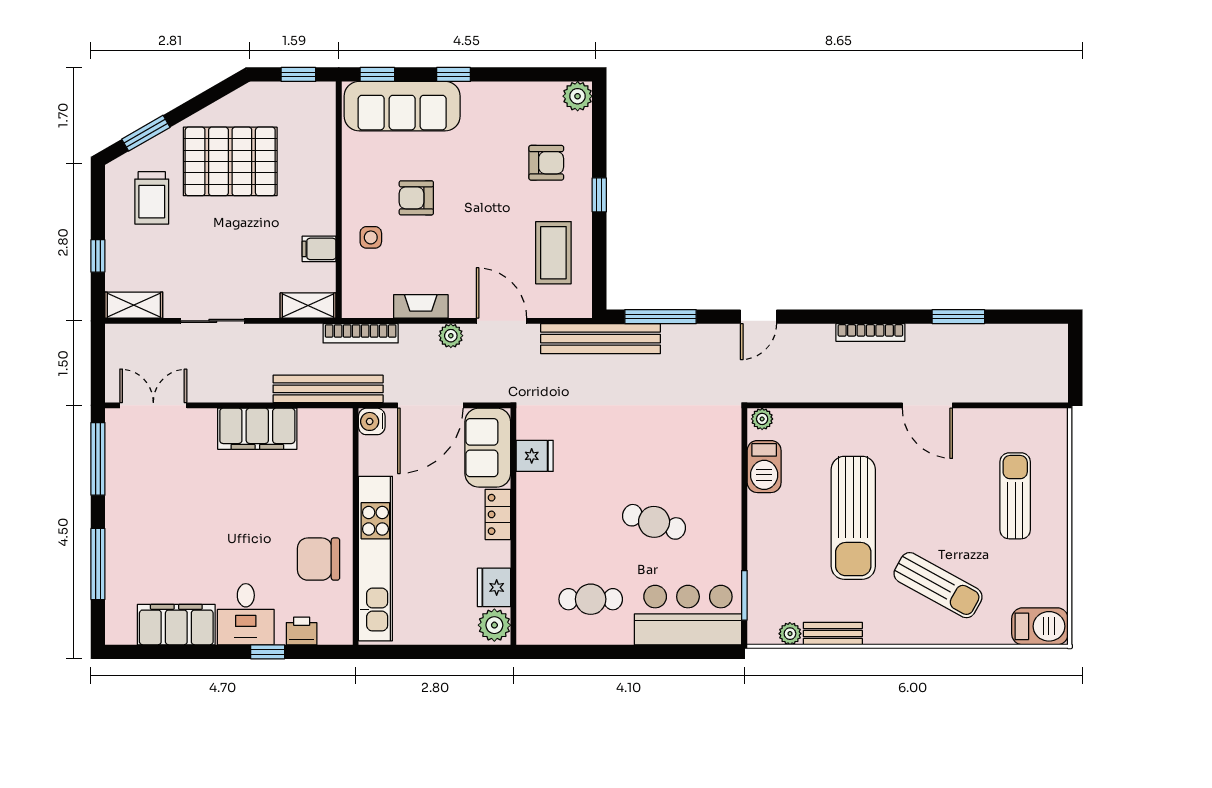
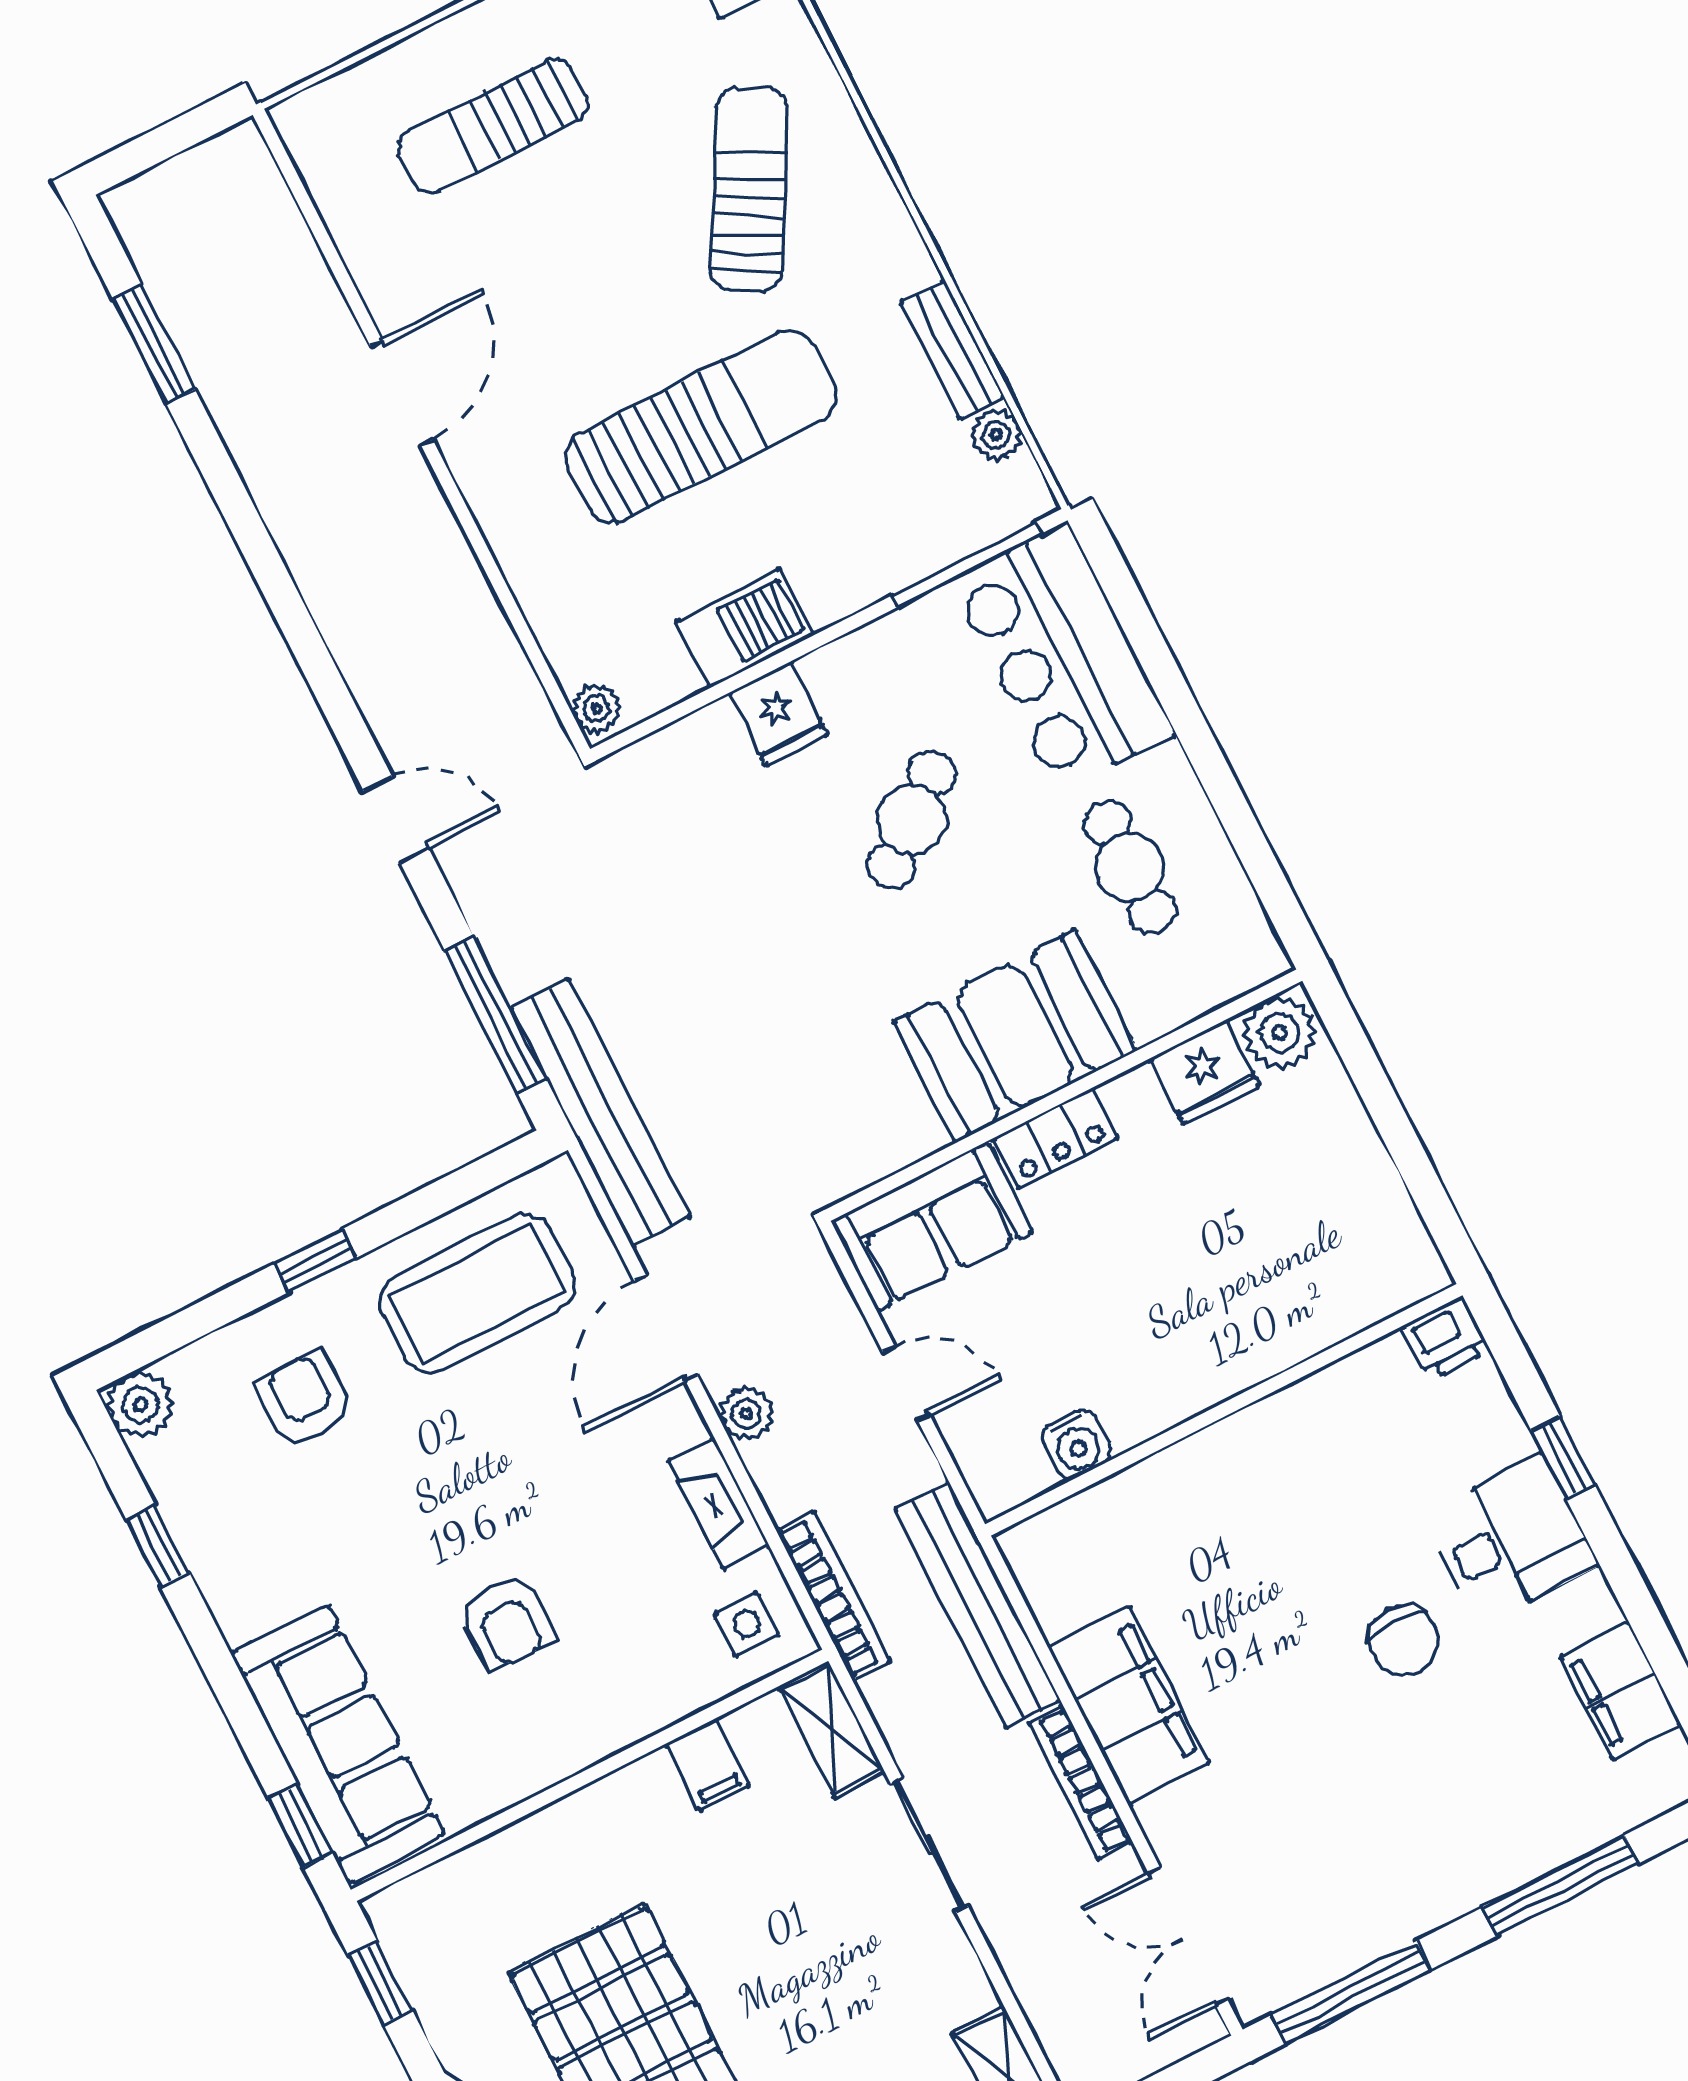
window: (454, 74) -> (158, 1546), moved
side table: (371, 237) -> (747, 1624), moved
coffee table: (553, 253) -> (477, 1293), width x1.36, depth x1.32
window: (958, 317) -> (154, 344), moved
sliding door: (213, 321) -> (929, 1845), moved
bookcase: (870, 333) -> (1080, 1783), moved, turned 180
door: (430, 405) -> (906, 1384), width x0.53
water cooler: (372, 421) -> (1077, 1444), moved
fridge: (535, 456) -> (778, 714), moved, turned 180
barbecue: (764, 467) -> (745, 628), moved
booth: (547, 519) -> (1015, 1036), added
cafe table: (654, 522) -> (911, 819), turned 34
chair: (319, 559) -> (1403, 1640), moved, width x0.73, depth x0.73
kitchen unit: (375, 559) -> (1268, 1338), removed
window: (744, 595) -> (966, 565), width x1.44
filing cabinet: (176, 625) -> (1621, 1691), width x0.67, depth x0.86
printer: (302, 631) -> (1446, 1338), moved, turned -90

